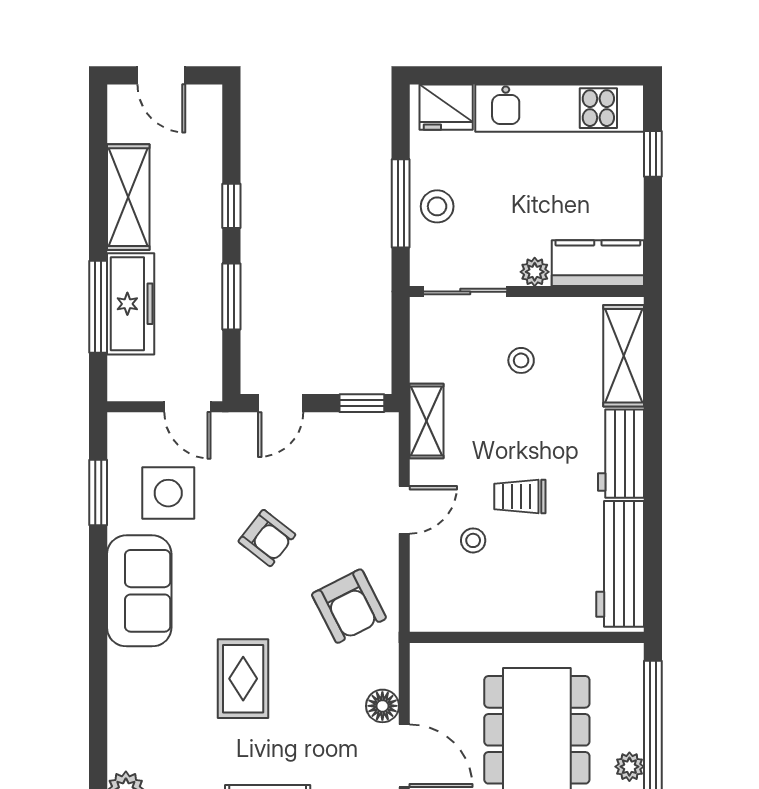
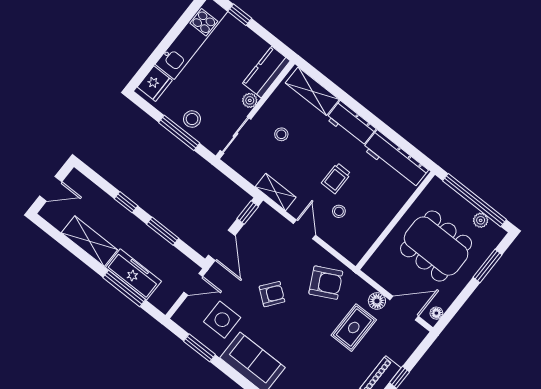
door: (281, 403) -> (222, 245), width x1.38
rug: (243, 679) -> (354, 328), moved, turned 90

